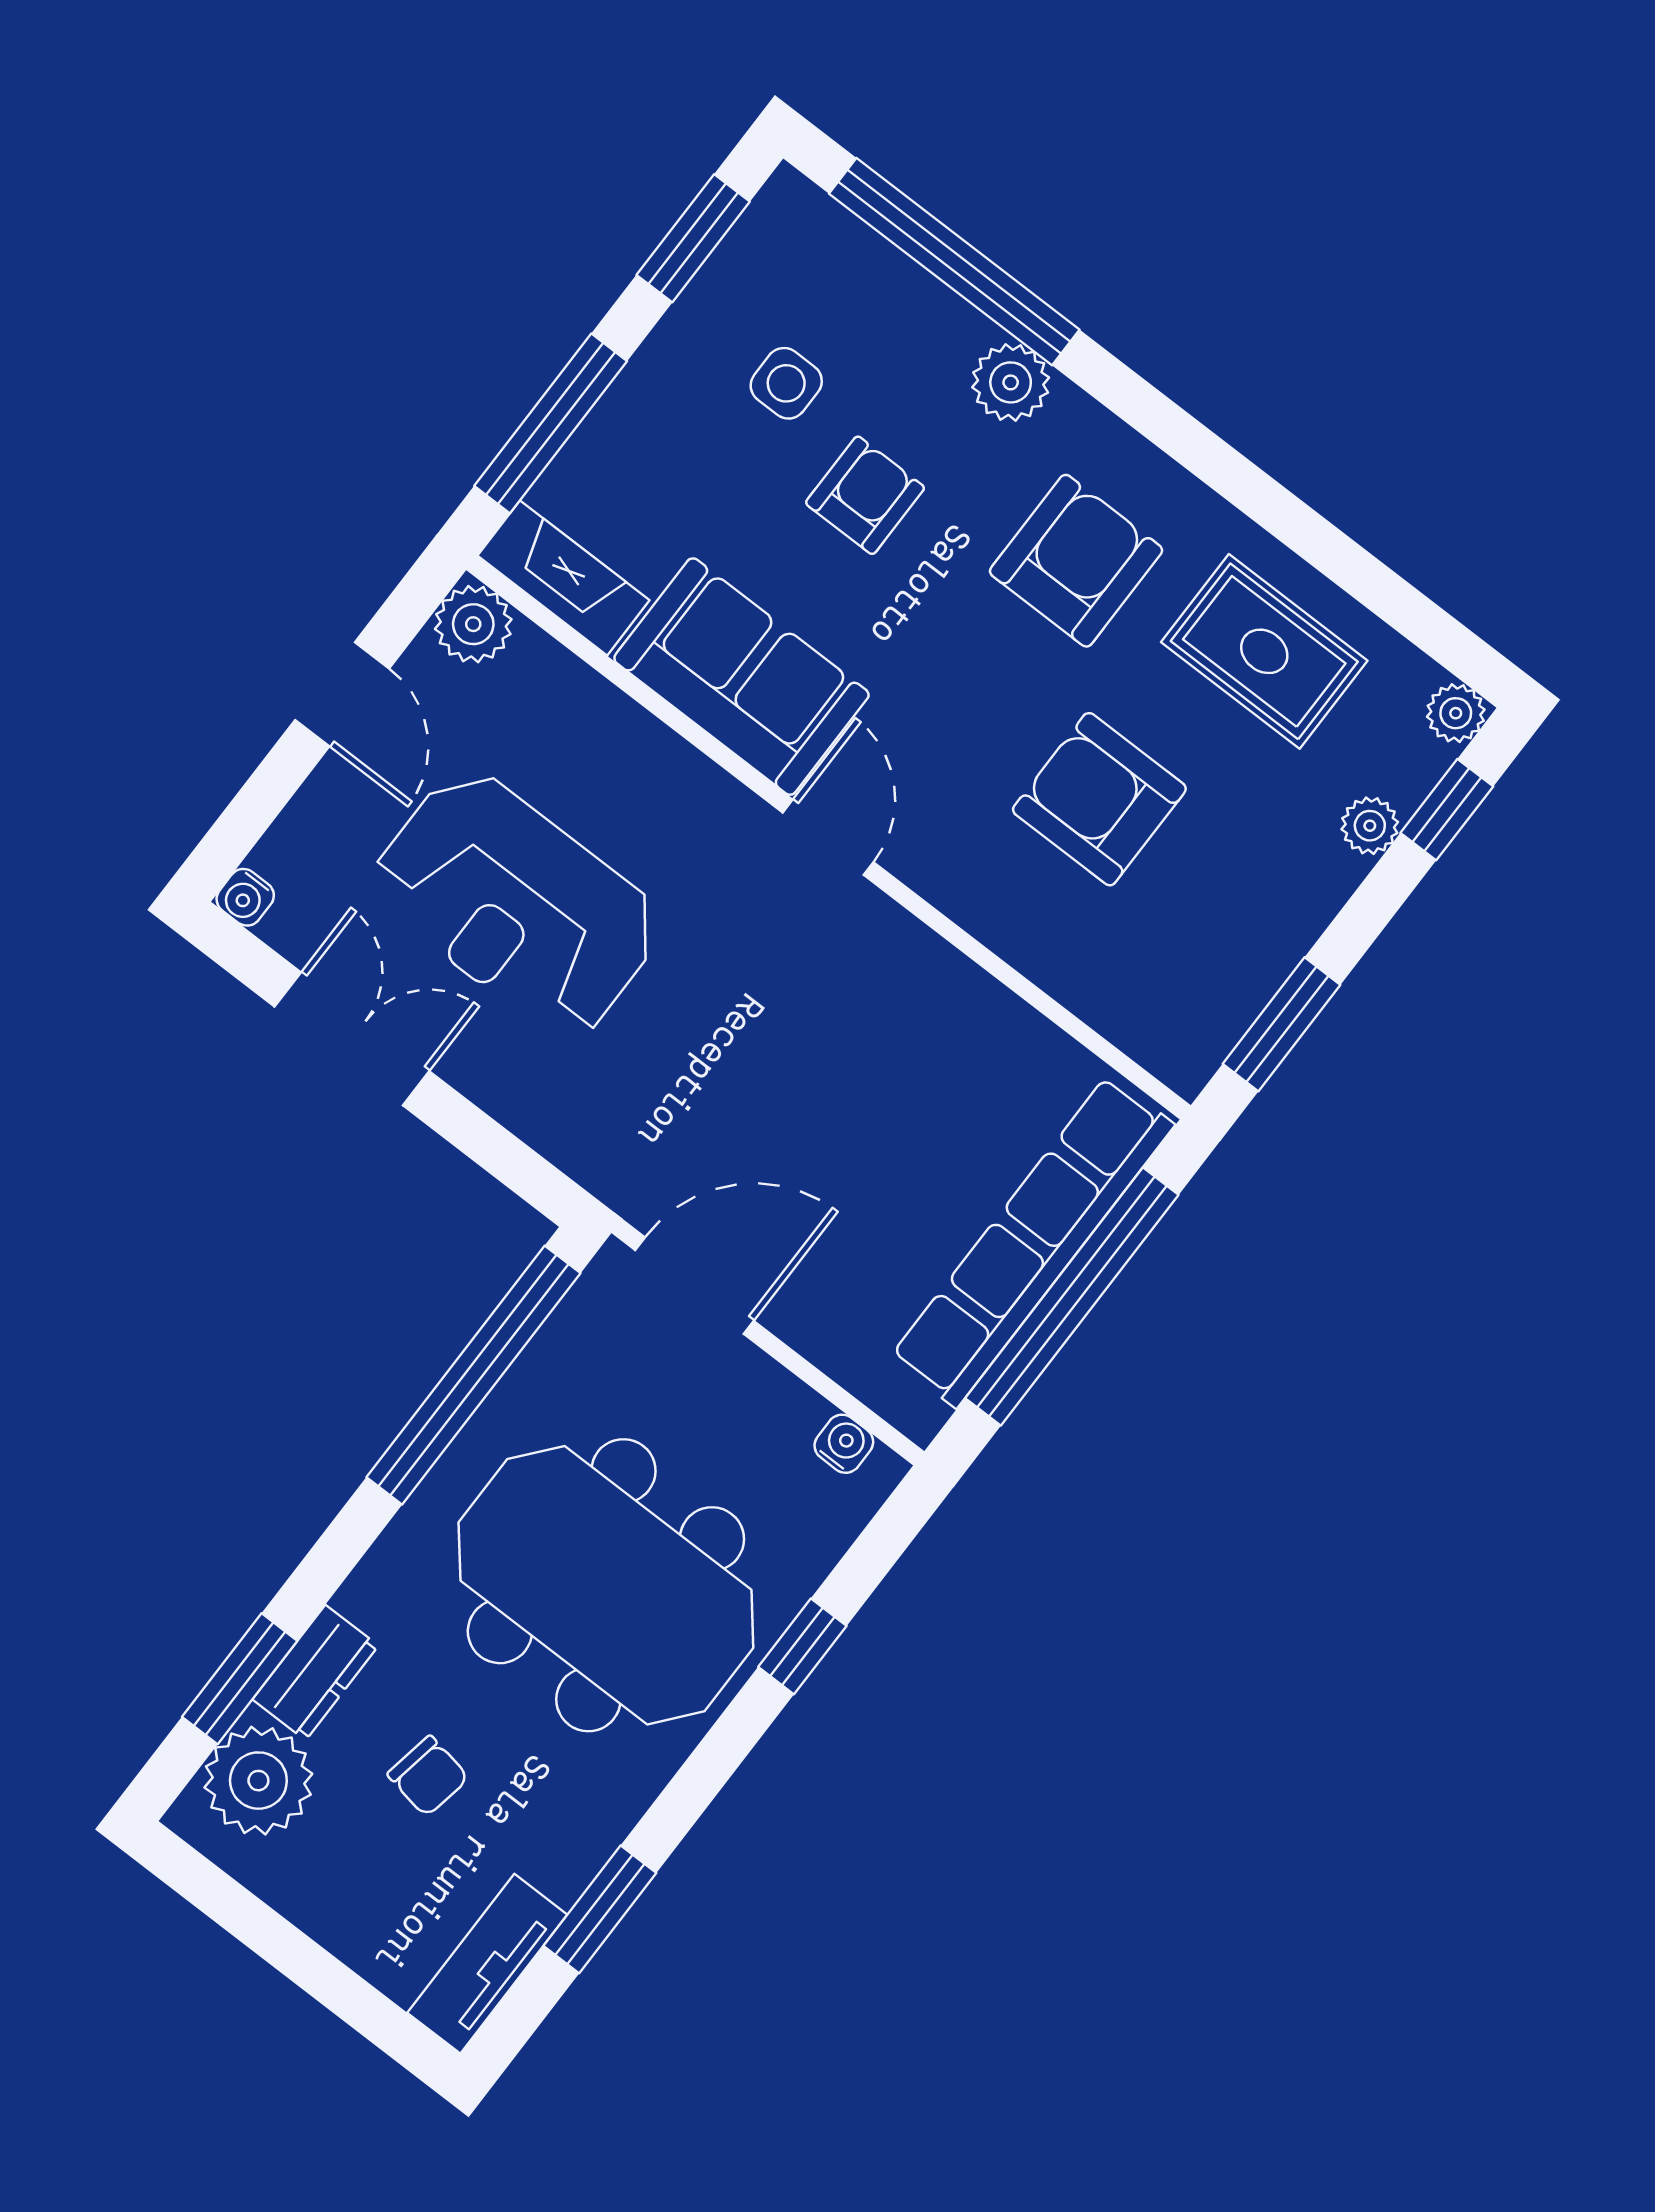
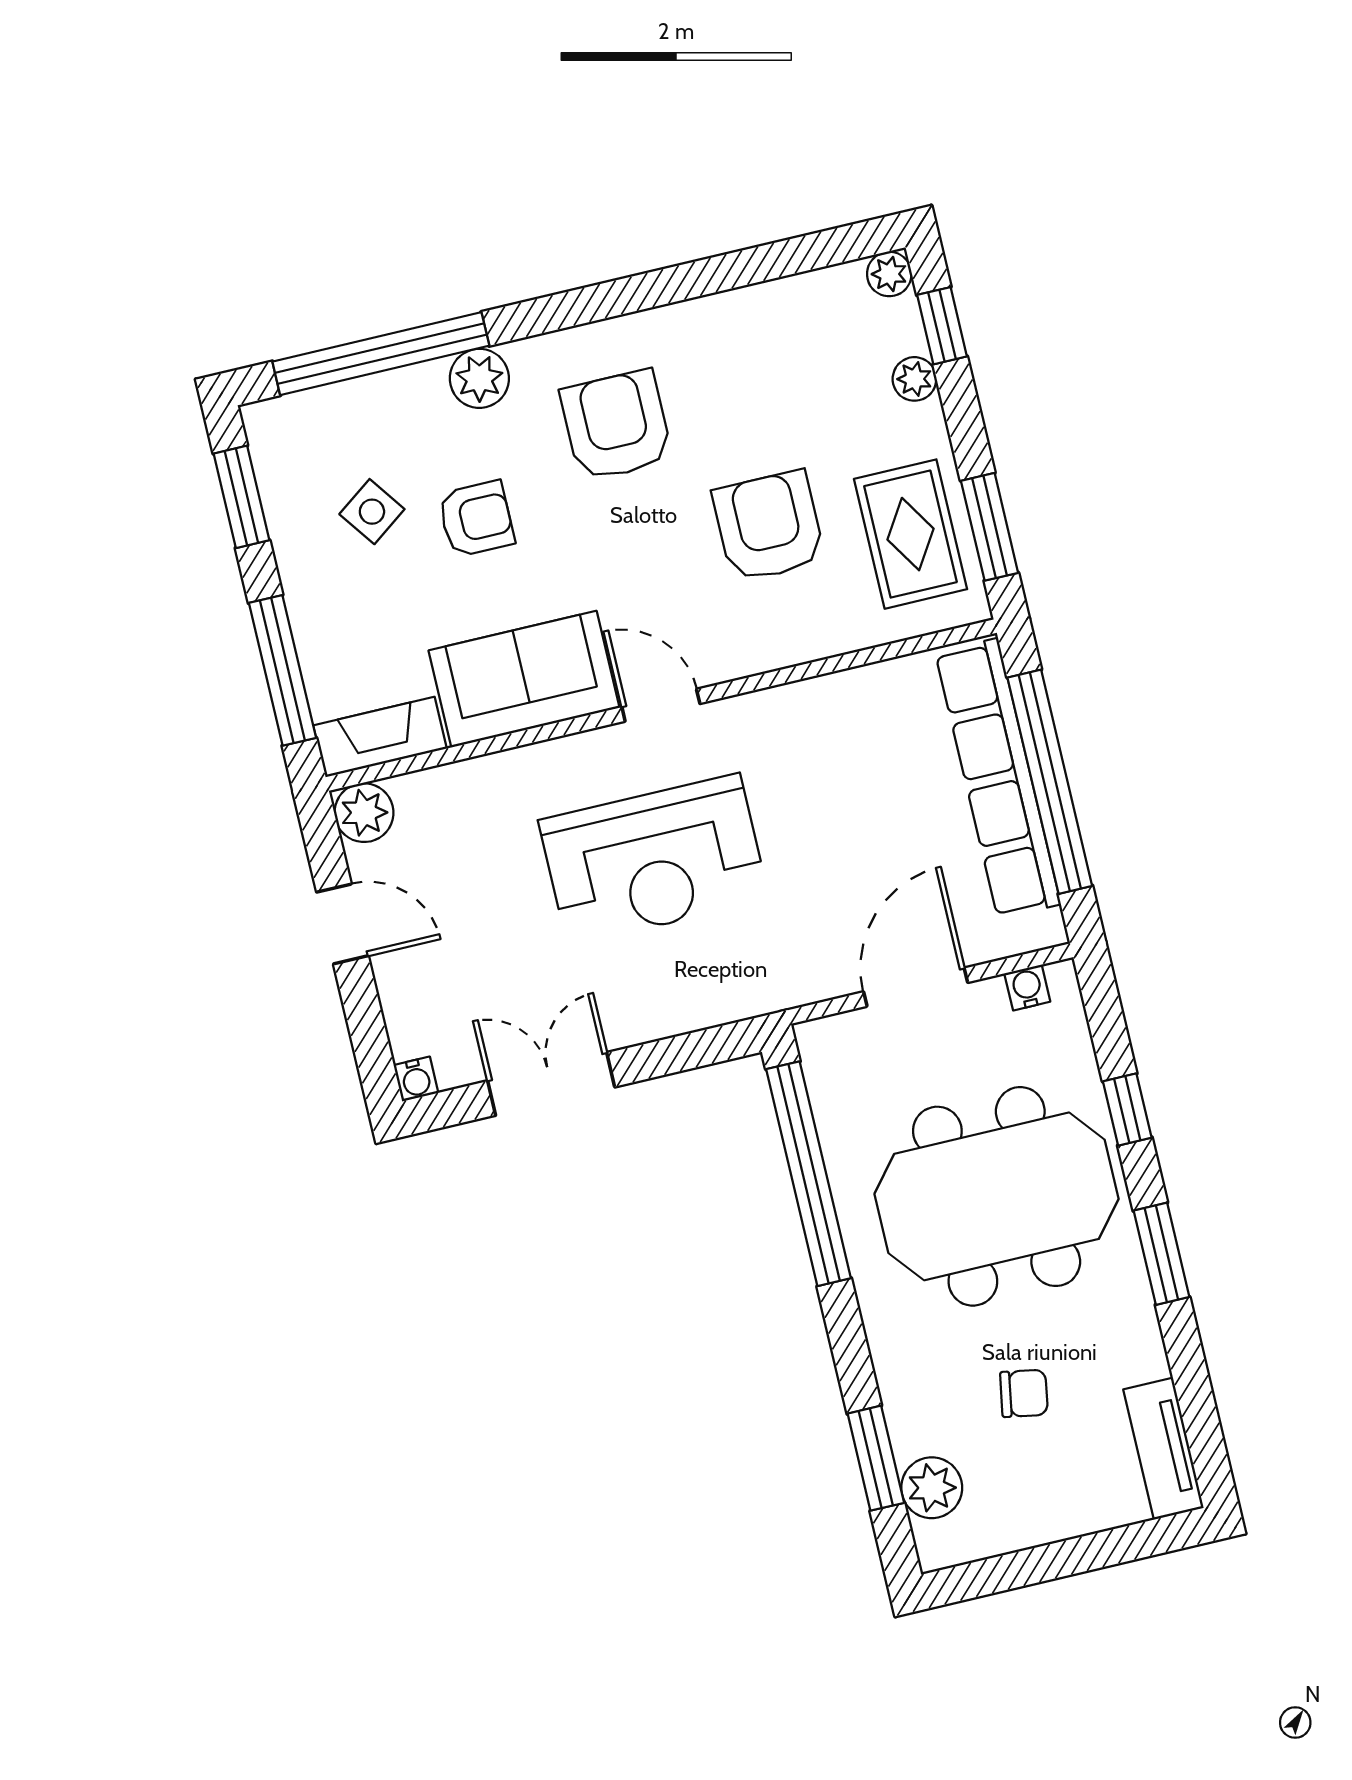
side table: (786, 383) -> (372, 512), turned -36
armchair: (865, 495) -> (476, 519), turned 90
rug: (1264, 651) -> (911, 534), moved, turned 90
armchair: (1099, 799) -> (769, 526), turned 90
reception desk: (517, 904) -> (654, 860), moved
door: (694, 1286) -> (916, 987), moved
dresser: (315, 1673) -> (909, 1410), removed
plant: (258, 1781) -> (932, 1488), width x0.73, depth x0.73
window: (600, 1909) -> (1161, 1254), moved

